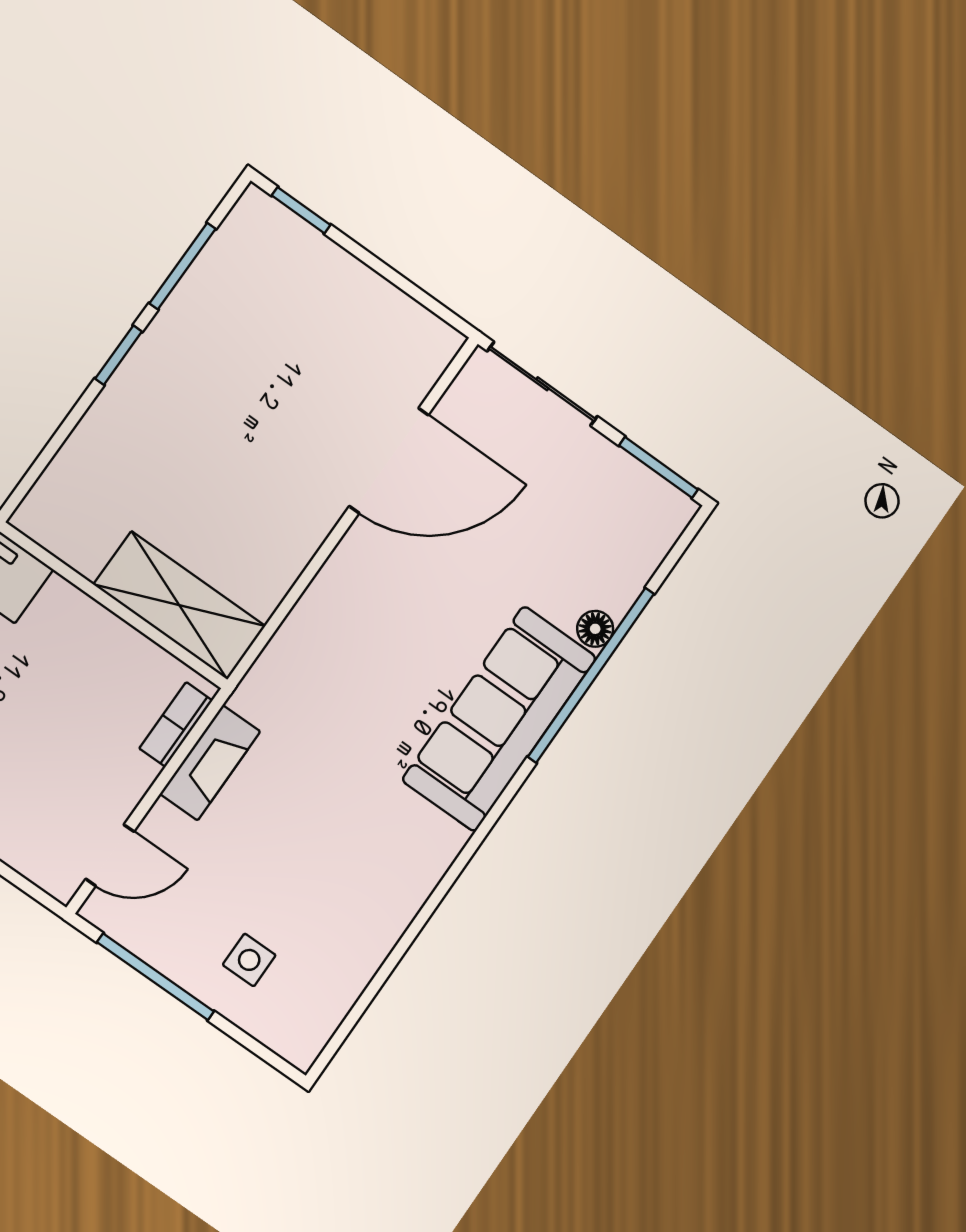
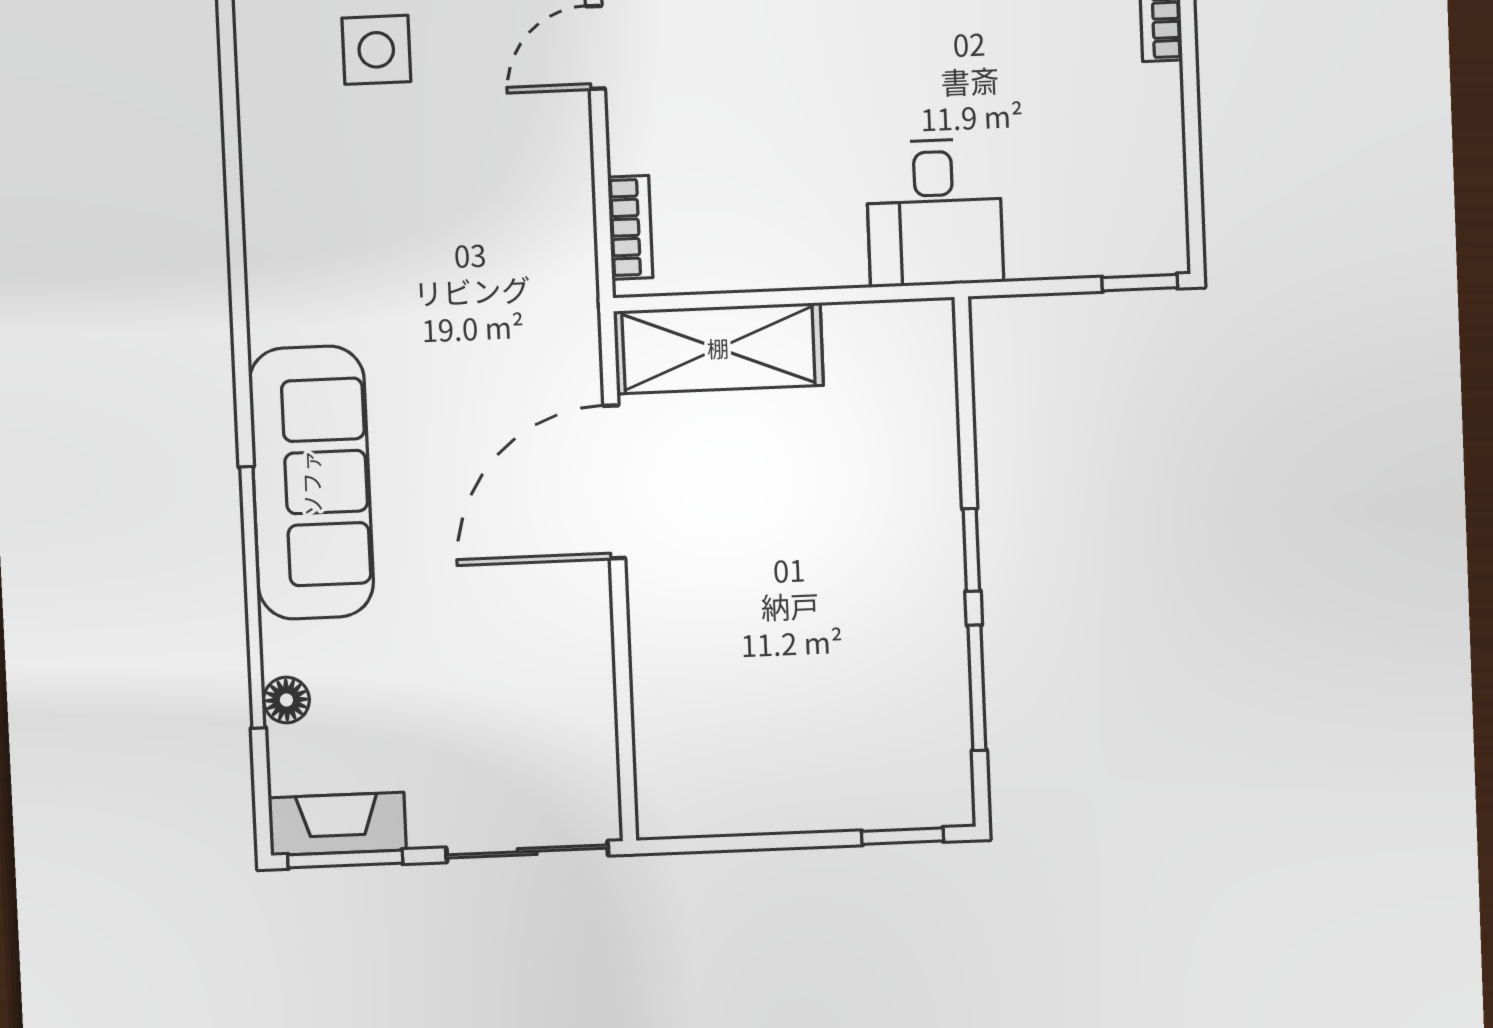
door: (389, 461) -> (614, 482), moved
floor lamp: (595, 629) -> (286, 700), moved
fireplace: (210, 763) -> (337, 824), moved, turned 90
side table: (249, 960) -> (376, 50), width x1.37, depth x1.37

